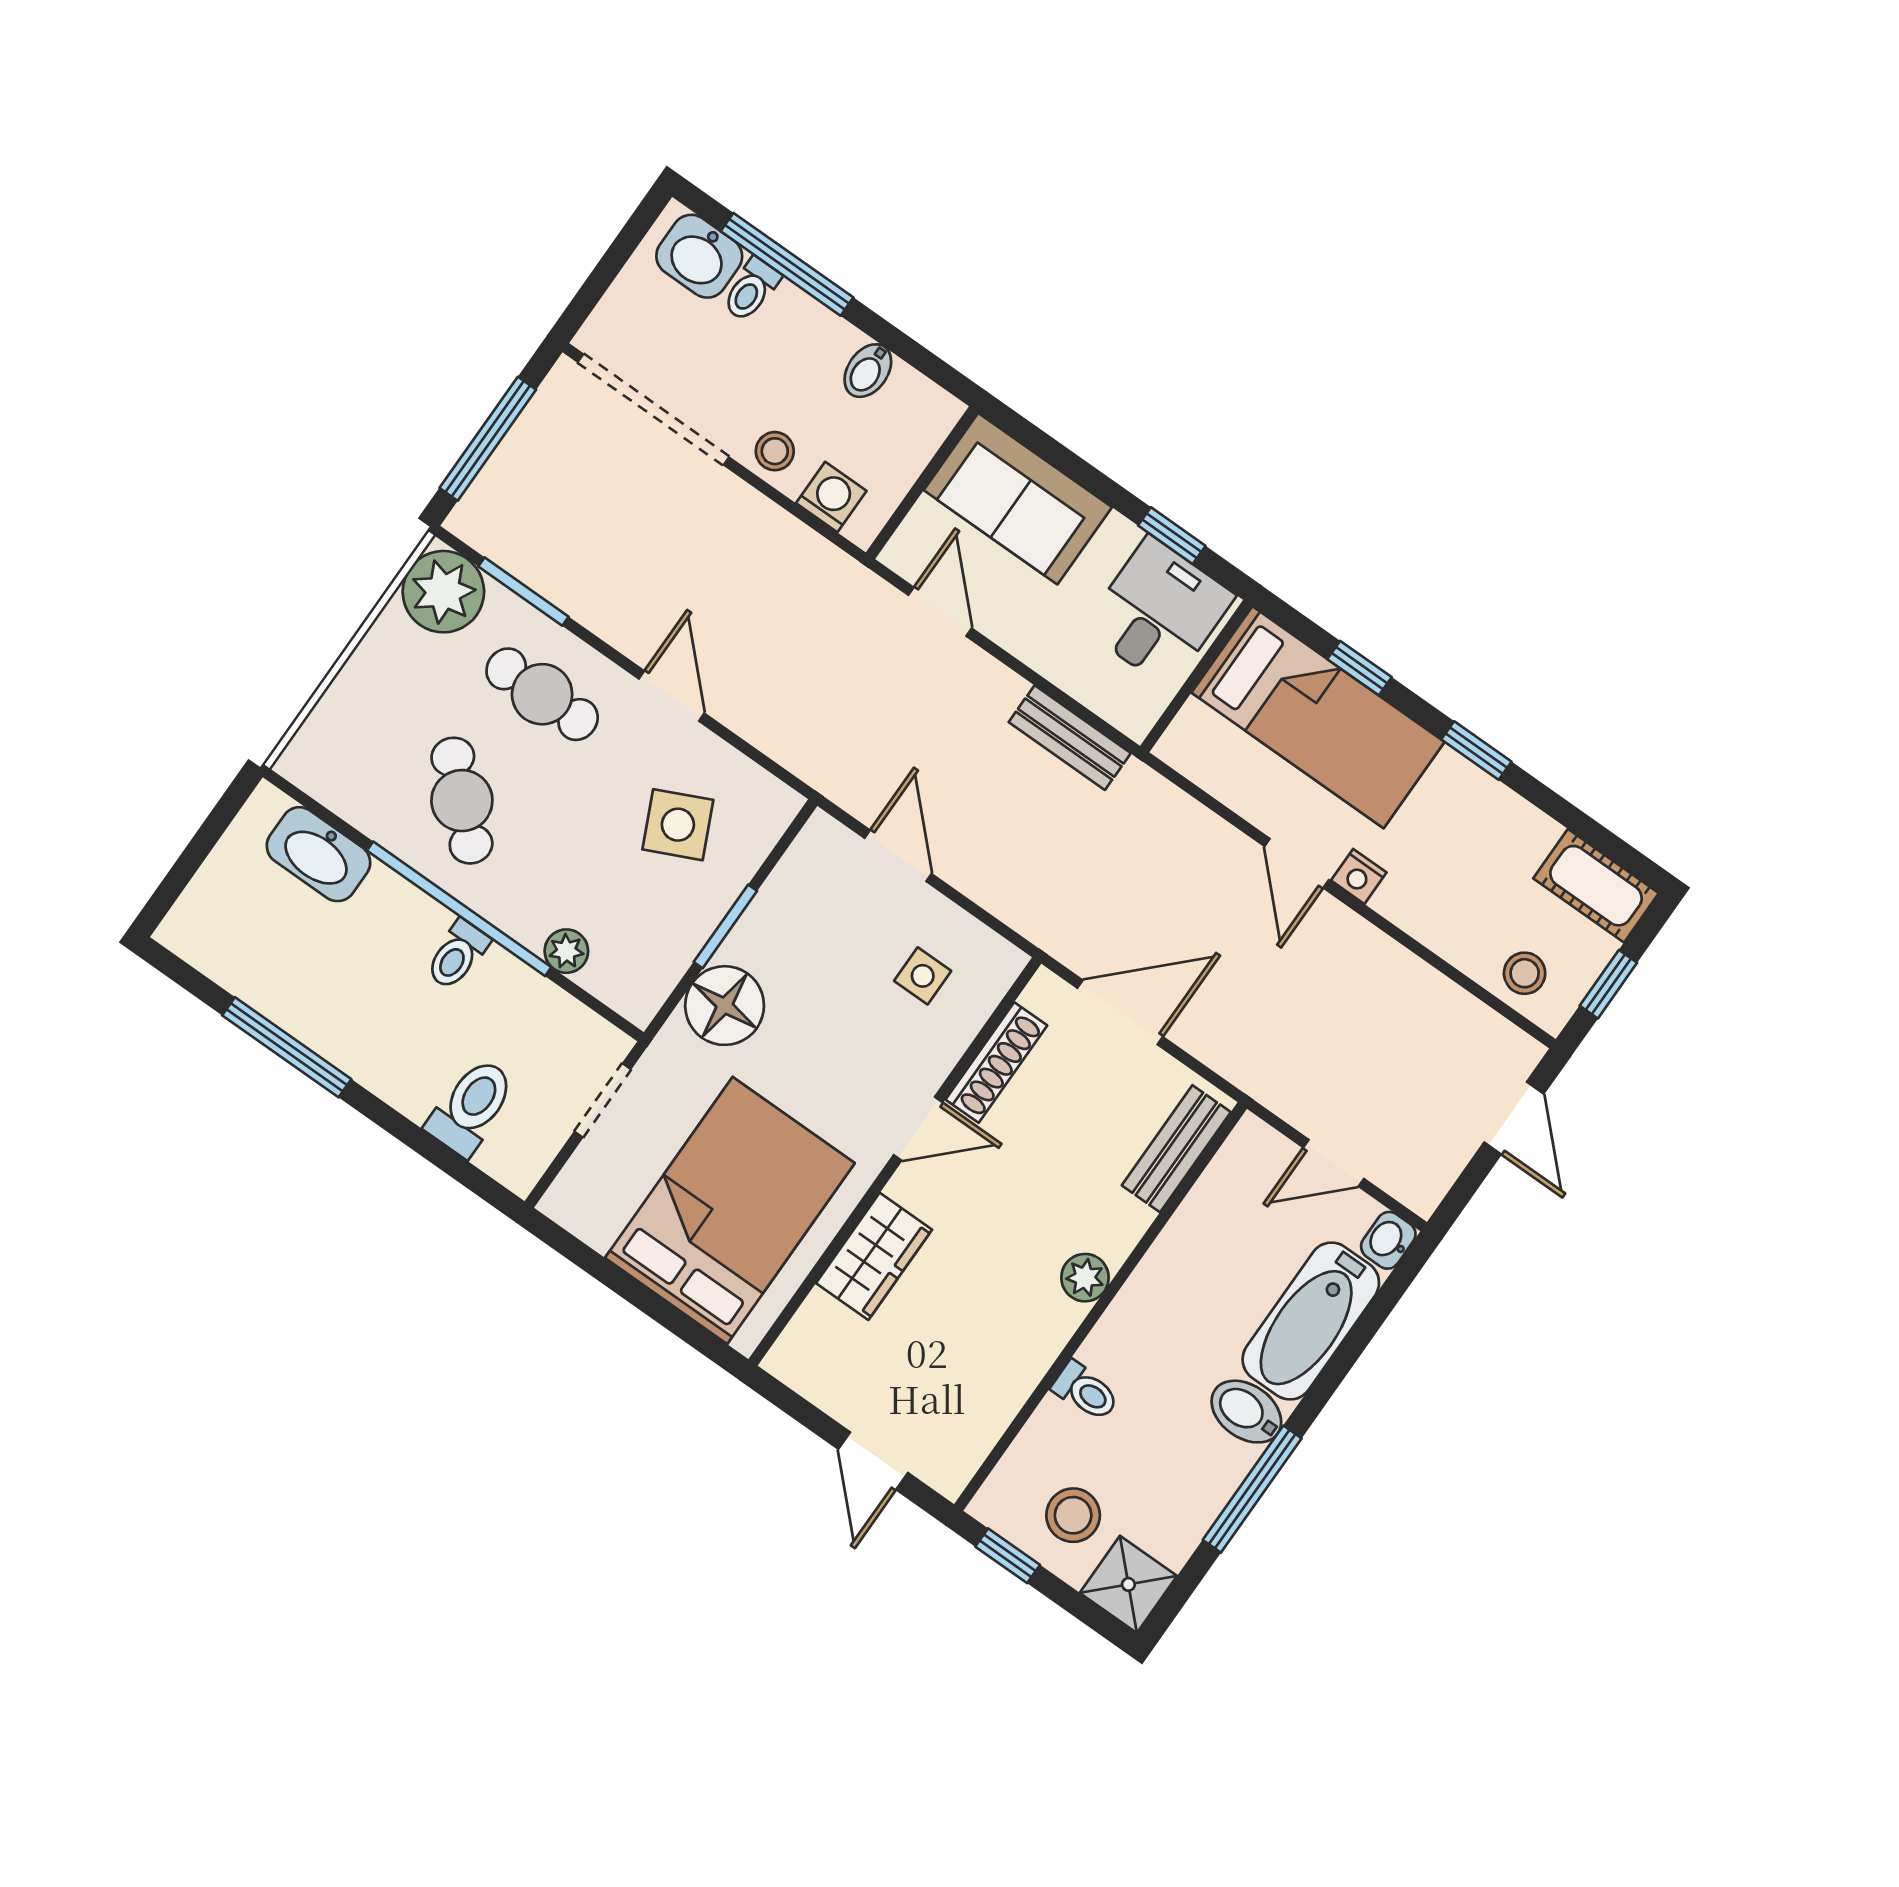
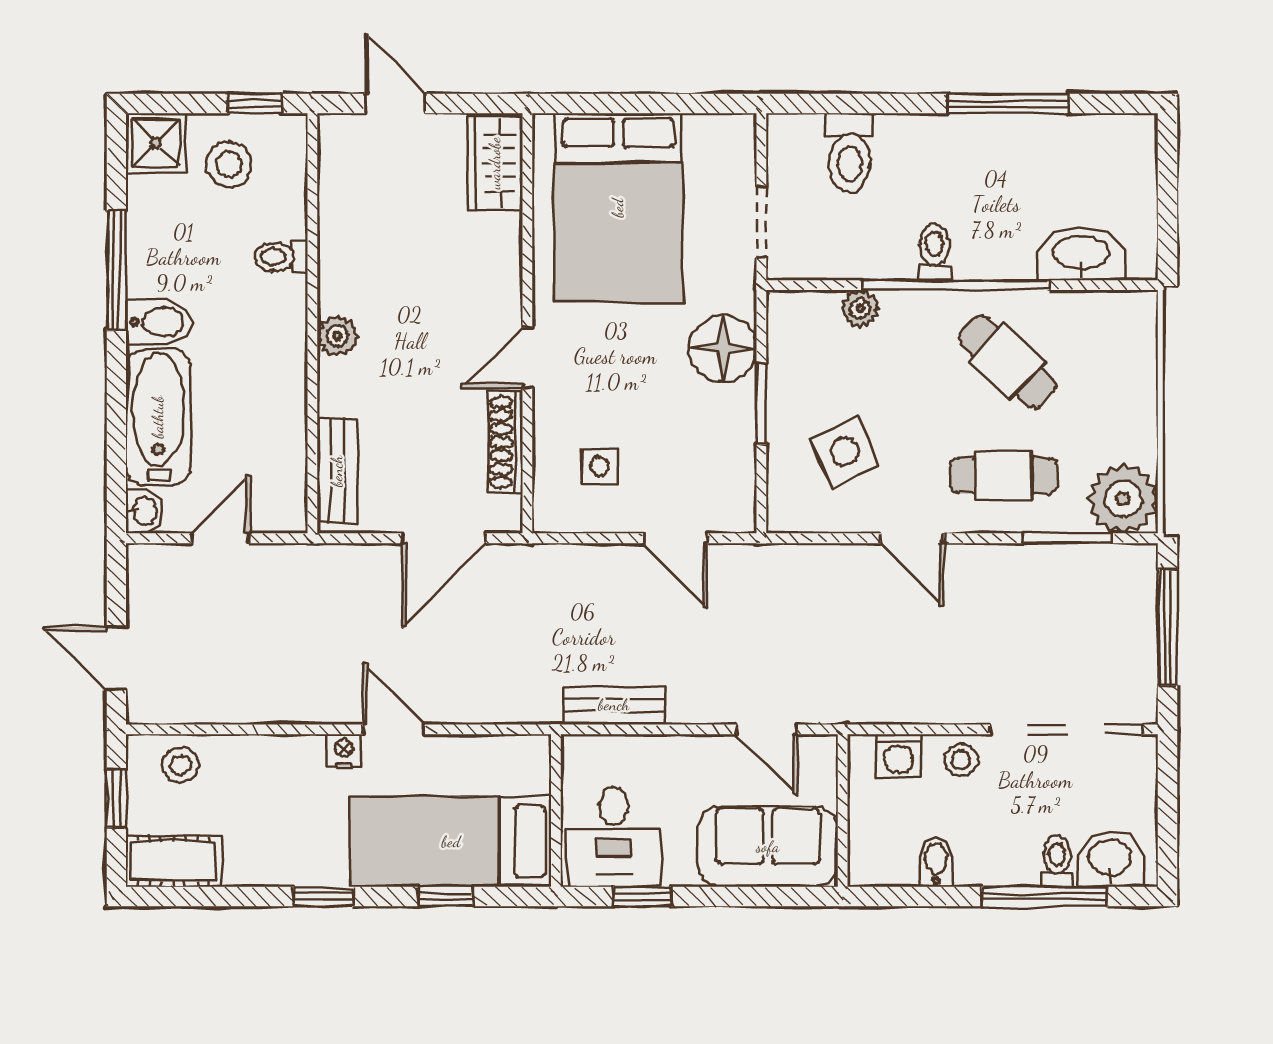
wardrobe: (874, 1256) -> (495, 163), moved

